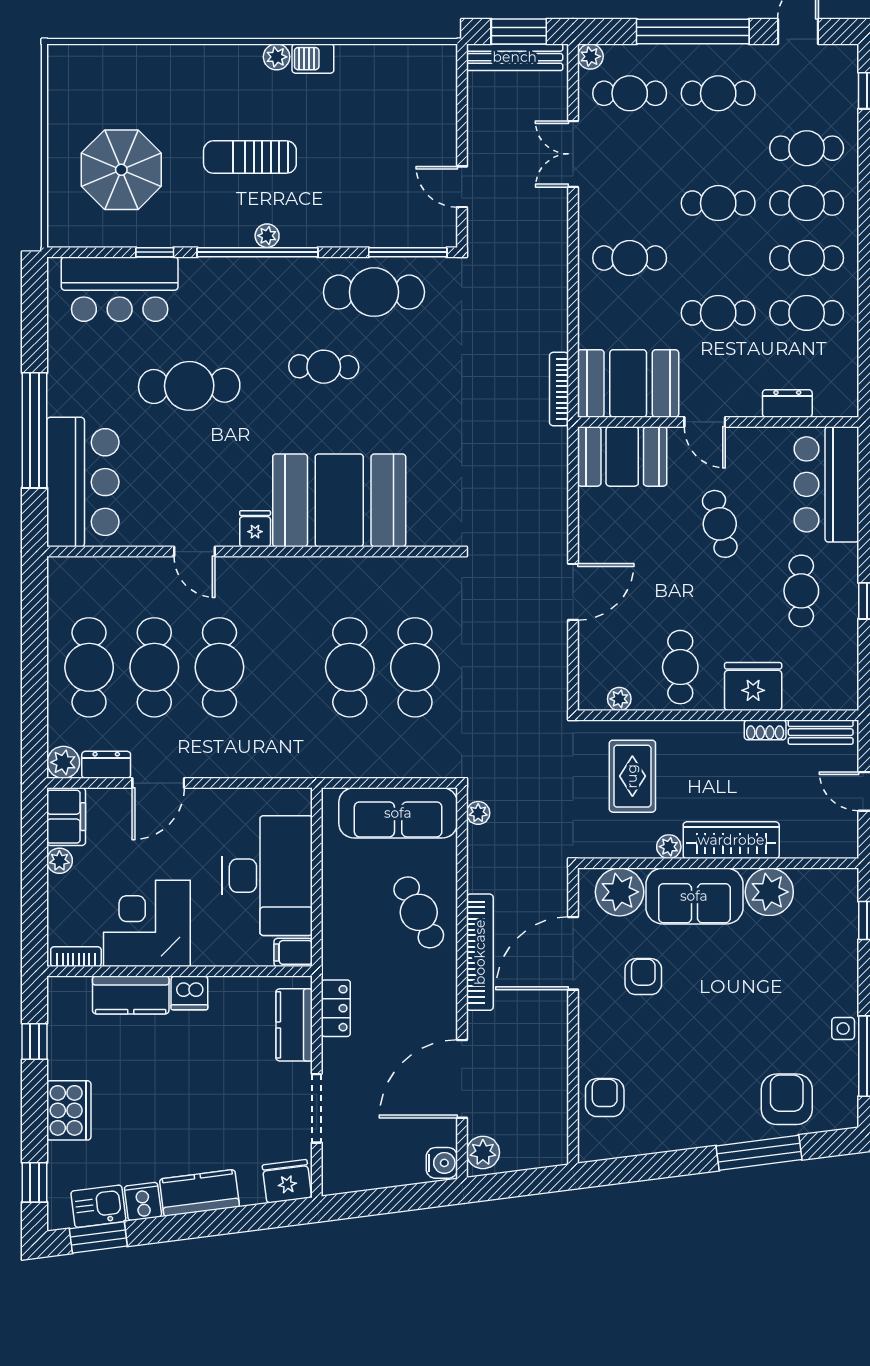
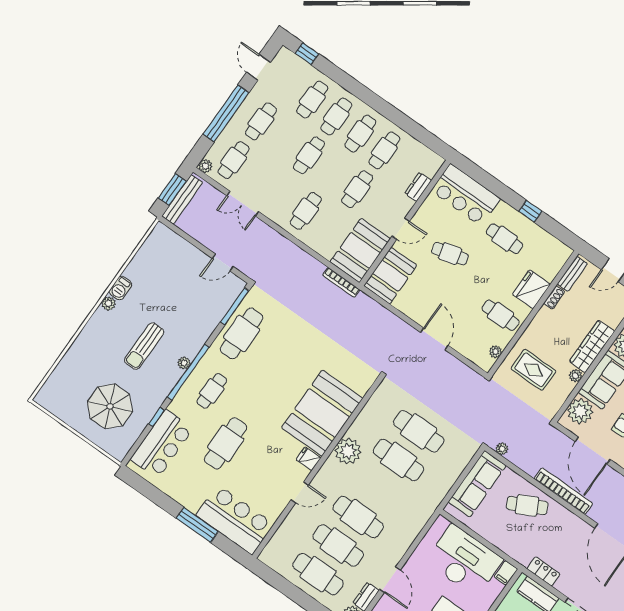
cafe table: (324, 367) -> (212, 391), moved
window: (34, 430) -> (197, 525), width x0.68
plant: (309, 581) -> (348, 451), added

